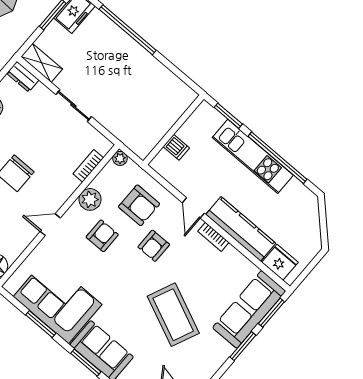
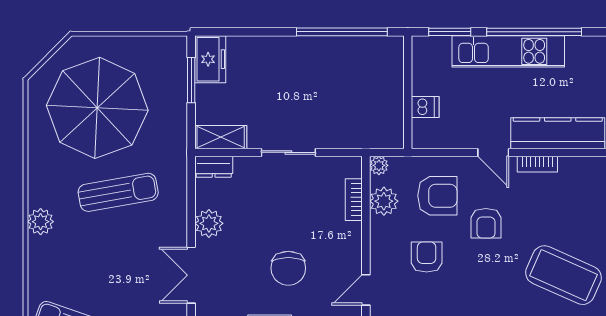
window: (128, 30) -> (342, 32), moved
plant: (90, 199) -> (384, 201), moved

